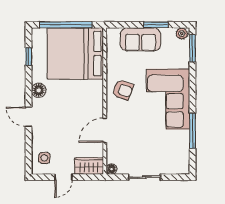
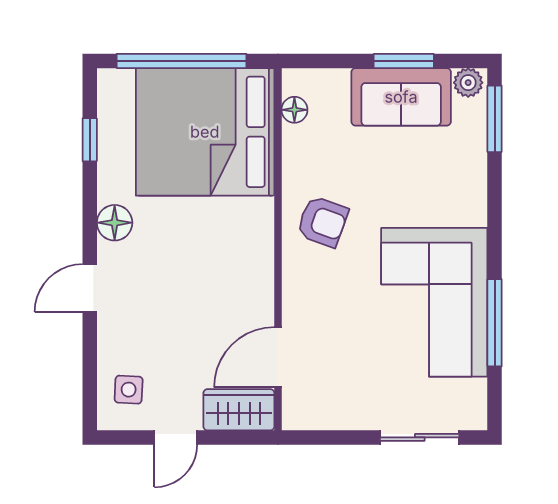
sofa: (141, 39) -> (401, 97), moved
corner sofa: (168, 99) -> (434, 302), moved
door: (29, 117) -> (90, 288), hinge flipped
door: (105, 130) -> (278, 357), moved
floor lamp: (111, 169) -> (294, 110), moved
sliding door: (144, 177) -> (420, 437), moved

